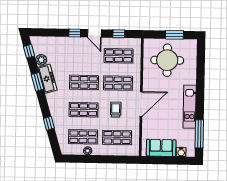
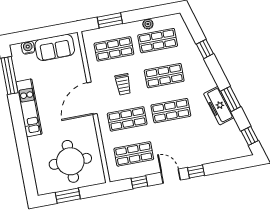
plant: (41, 60) -> (232, 128), removed
window: (115, 159) -> (110, 20), added

